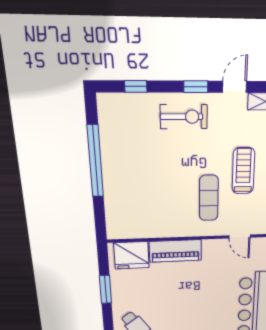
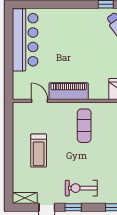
exercise mat: (209, 198) -> (84, 126), moved
piano: (175, 251) -> (69, 91), moved

